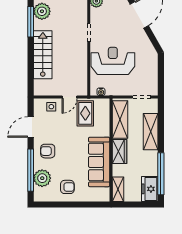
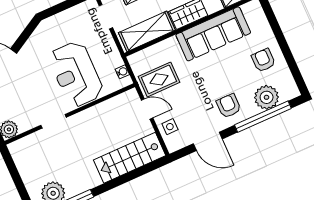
stairs: (43, 55) -> (130, 158), moved
armchair: (48, 151) -> (229, 106), turned 180

